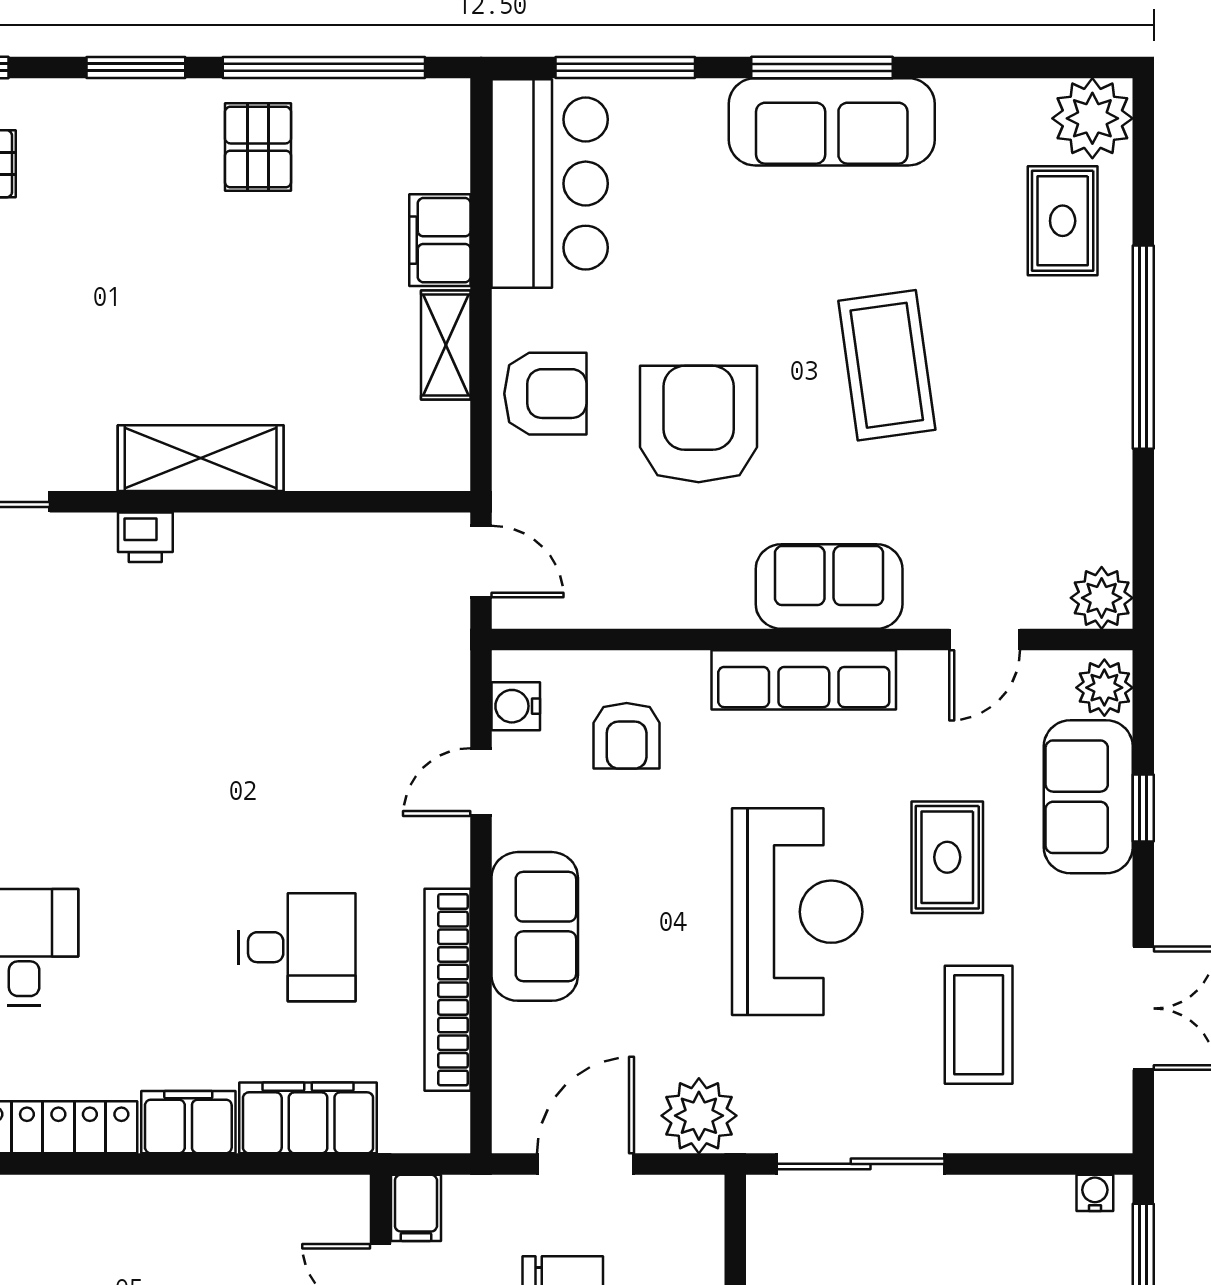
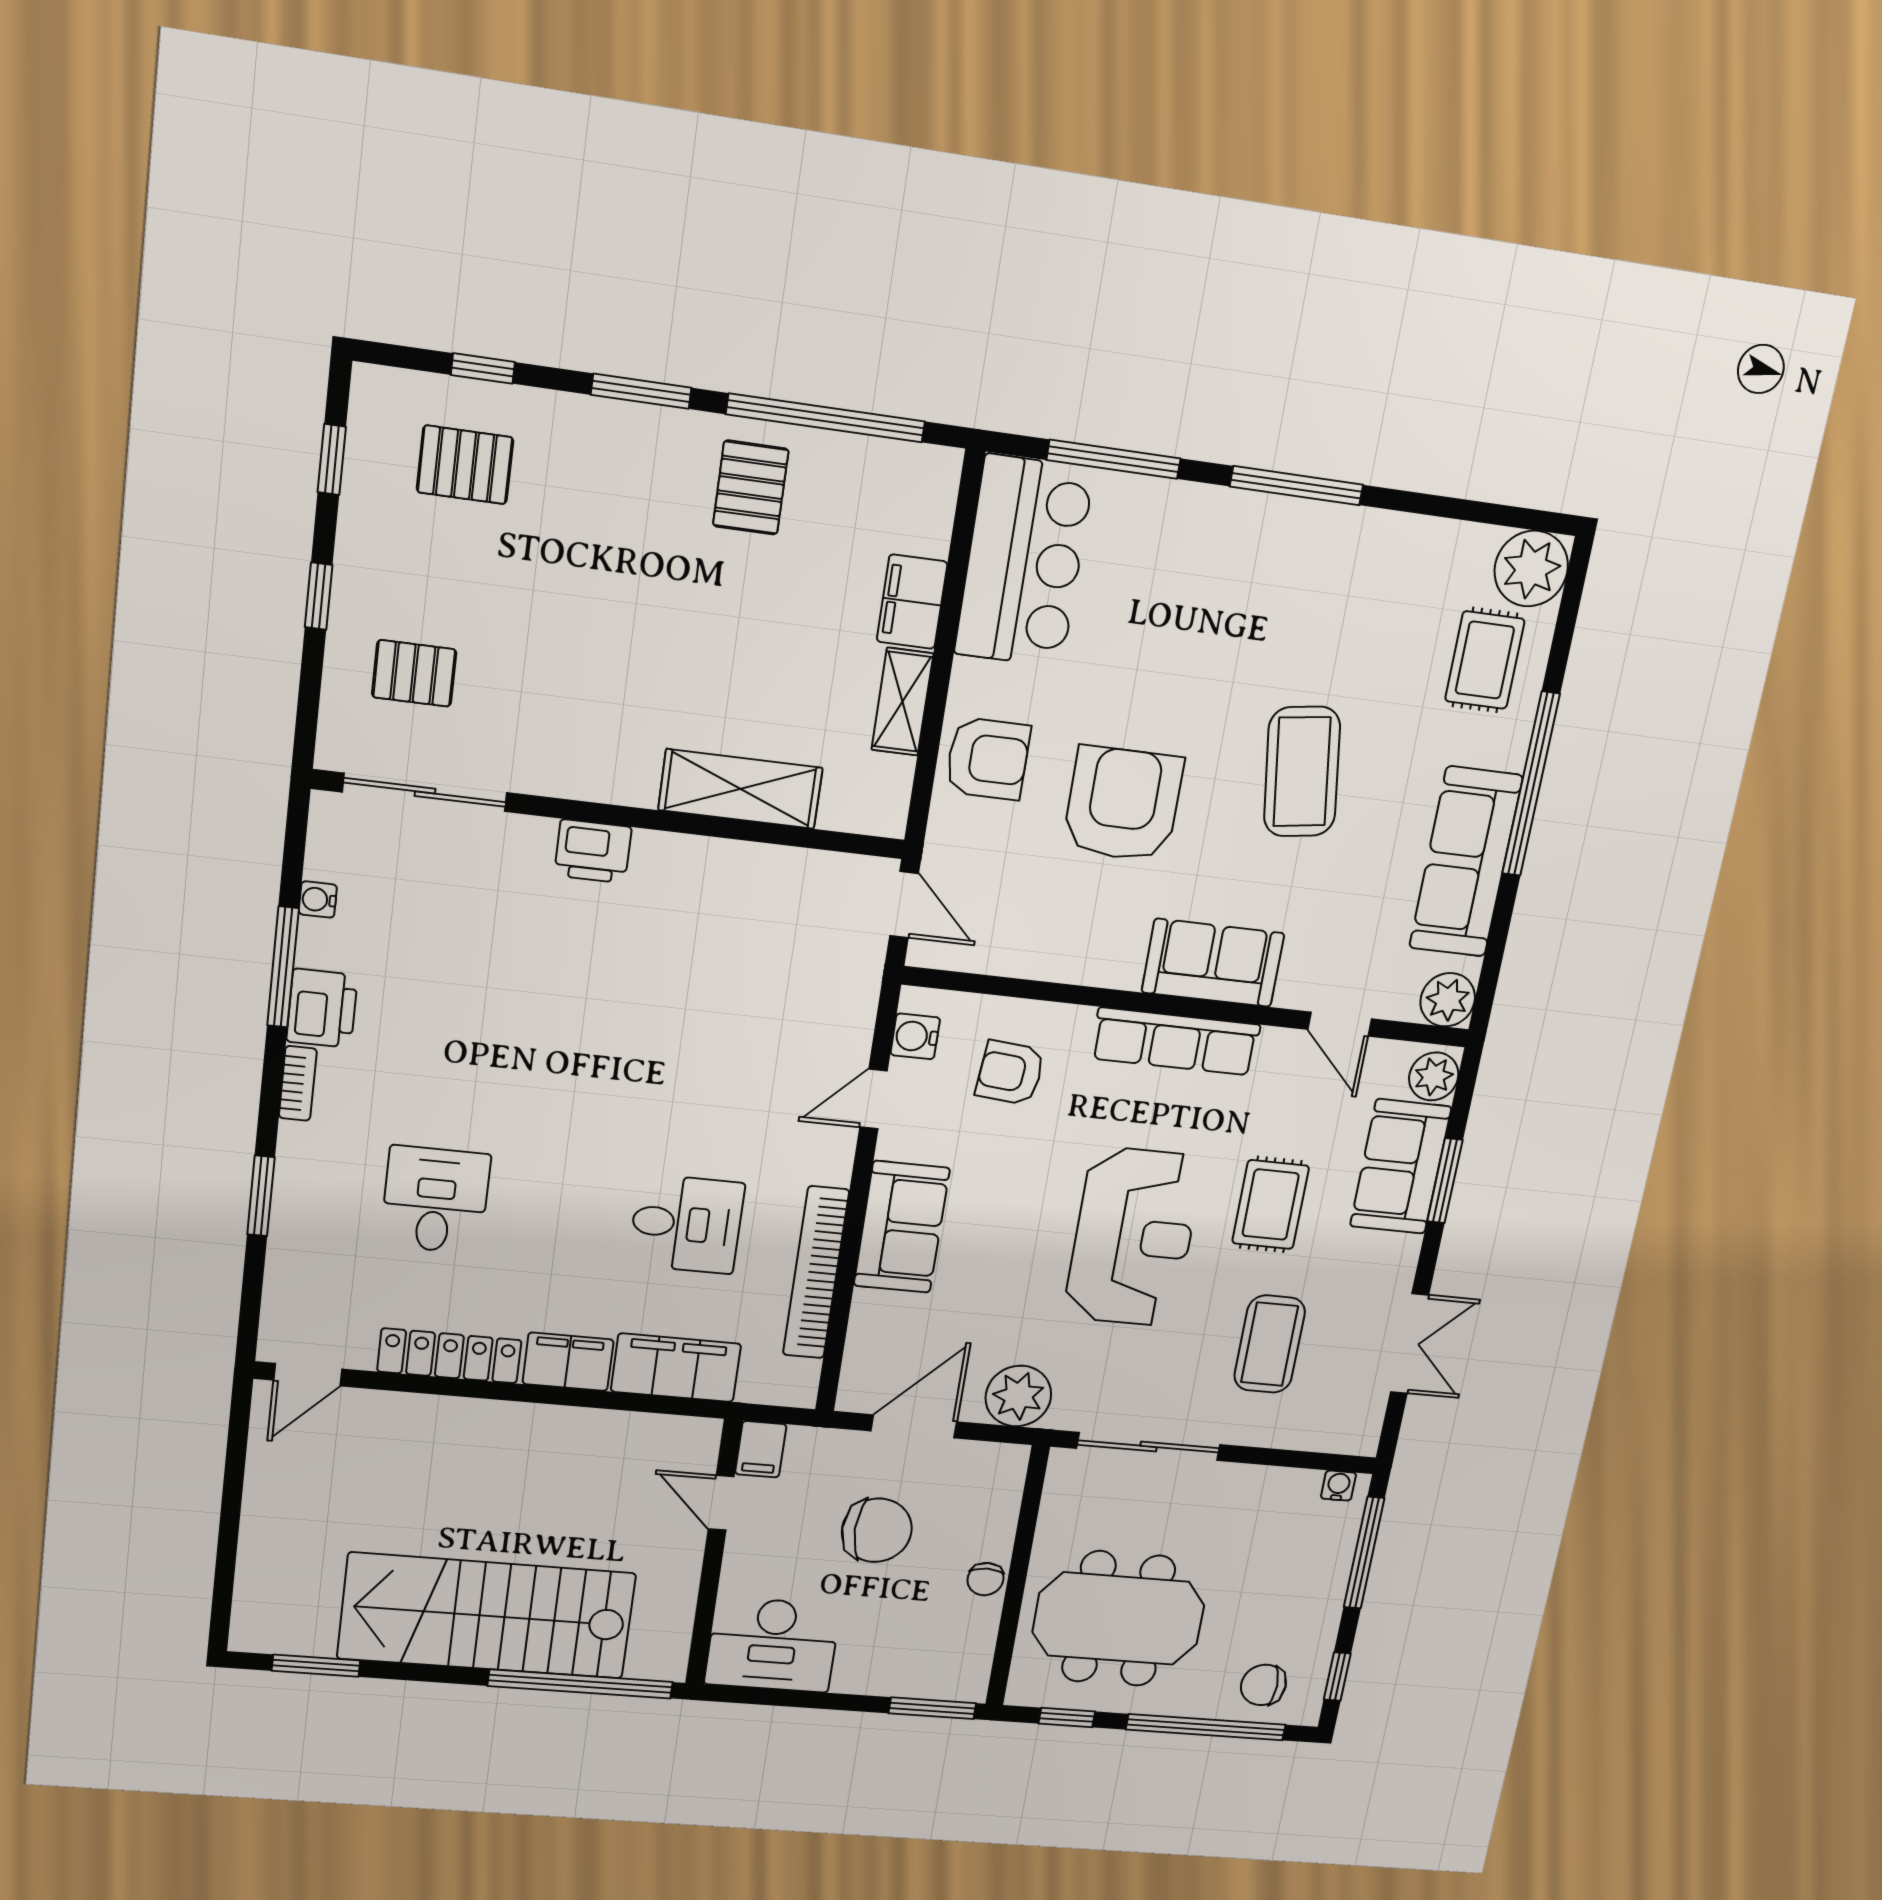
sofa: (832, 122) -> (1466, 862), moved, turned 90
shelving: (201, 458) -> (740, 789), moved
printer: (145, 537) -> (593, 851), width x1.36, depth x1.24
door: (985, 640) -> (1340, 1024), hinge flipped
armchair: (627, 736) -> (1010, 1073), turned 95
window: (1143, 808) -> (1445, 1181), width x1.50

